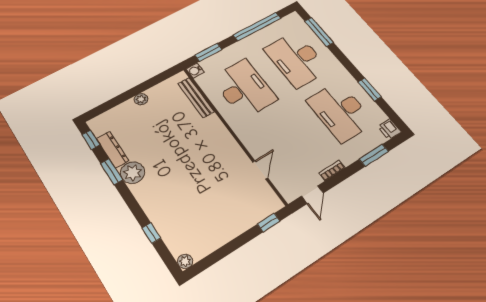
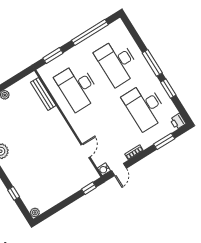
window: (319, 32) -> (152, 63), moved
water cooler: (195, 71) -> (104, 169), moved
desk: (244, 89) -> (78, 87), turned 180

